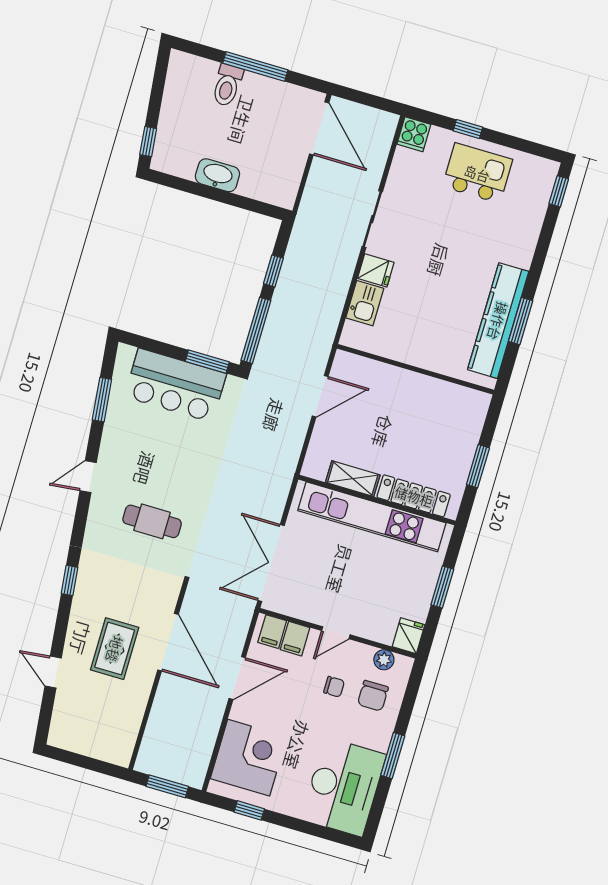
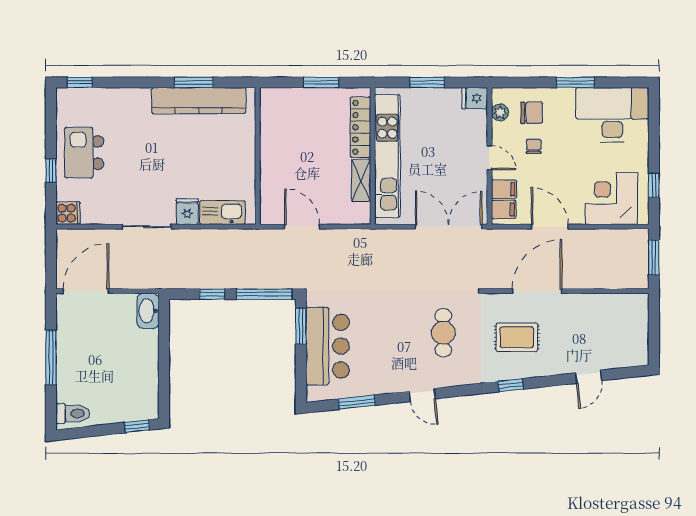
toilet: (227, 85) -> (73, 414), moved
washbasin: (217, 175) -> (148, 311), moved
kitchen sink: (365, 303) -> (222, 213), width x1.38
double door: (271, 563) -> (449, 227), swing flipped
rug: (115, 649) -> (517, 337), moved

